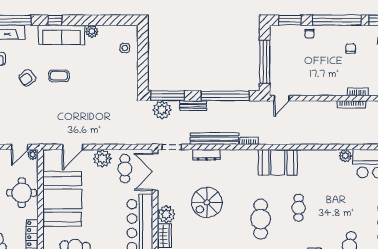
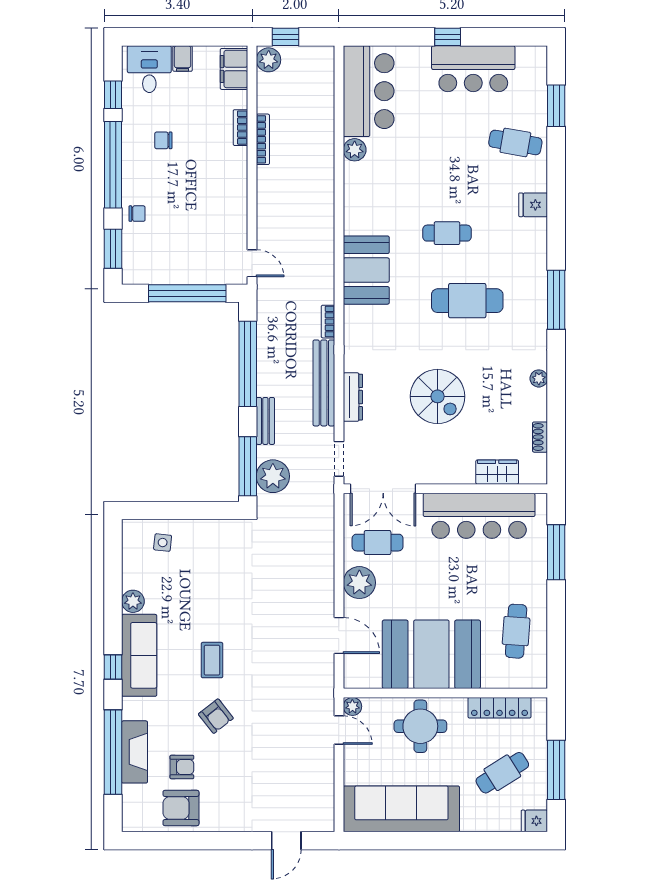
plant: (166, 214) -> (459, 469), removed

